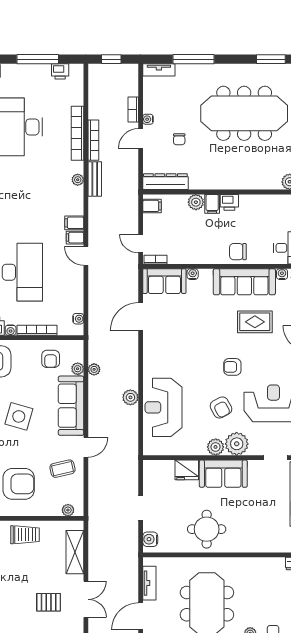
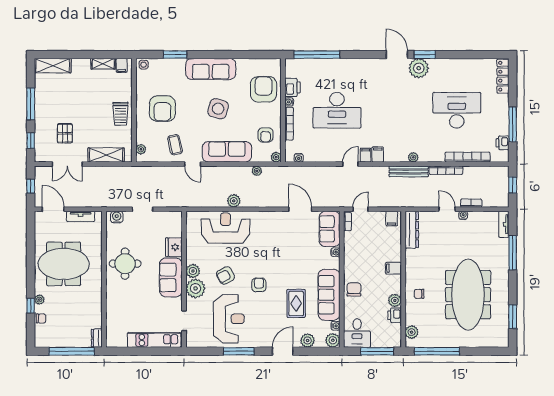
bookcase: (77, 133) -> (468, 157), moved
chair: (179, 139) -> (419, 294), moved
bench: (95, 179) -> (409, 171), width x1.36
plant: (196, 202) -> (395, 300), moved
printer: (229, 202) -> (395, 315), moved
armchair: (51, 359) -> (265, 135), turned -90
plant: (78, 369) -> (276, 157), moved

